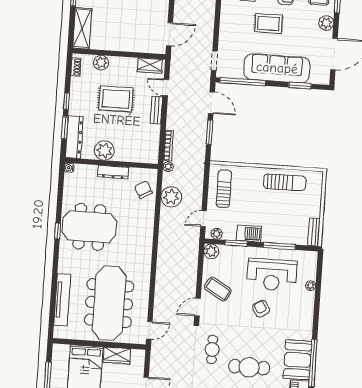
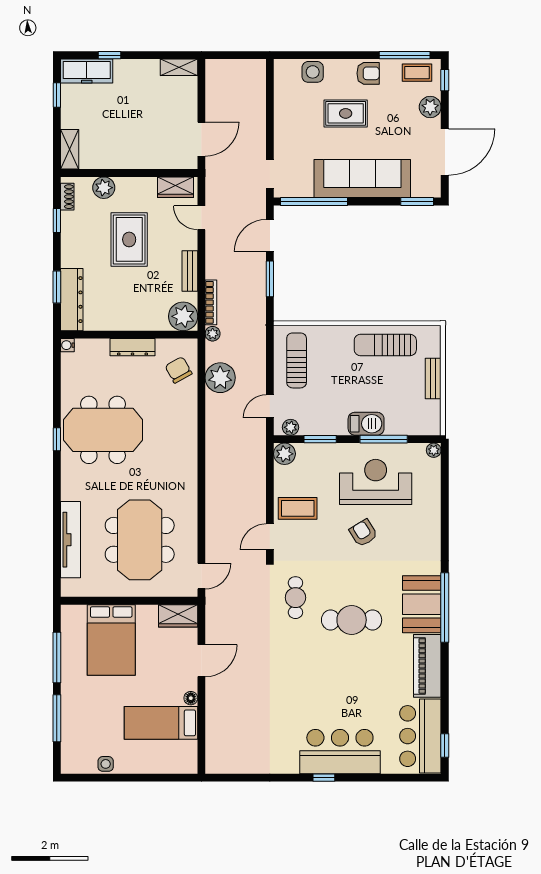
shelving: (82, 28) -> (70, 149), width x0.67, depth x0.75
window: (300, 86) -> (417, 201), moved
rug: (116, 99) -> (129, 239), turned 90
window: (66, 101) -> (57, 221), moved
door: (211, 103) -> (270, 236), swing flipped
bench: (156, 110) -> (190, 271), moved
plant: (104, 150) -> (183, 316), moved
sun lounger: (285, 182) -> (385, 345), turned 180
bench: (314, 232) -> (433, 378), moved
barbecue: (249, 233) -> (366, 424), moved
reception desk: (272, 275) -> (376, 482), turned 180
plant: (311, 286) -> (434, 450), moved
coffee table: (218, 289) -> (298, 508), turned -31
meeting table: (109, 303) -> (140, 540), width x0.73
wardrobe: (117, 355) -> (178, 616), moved

